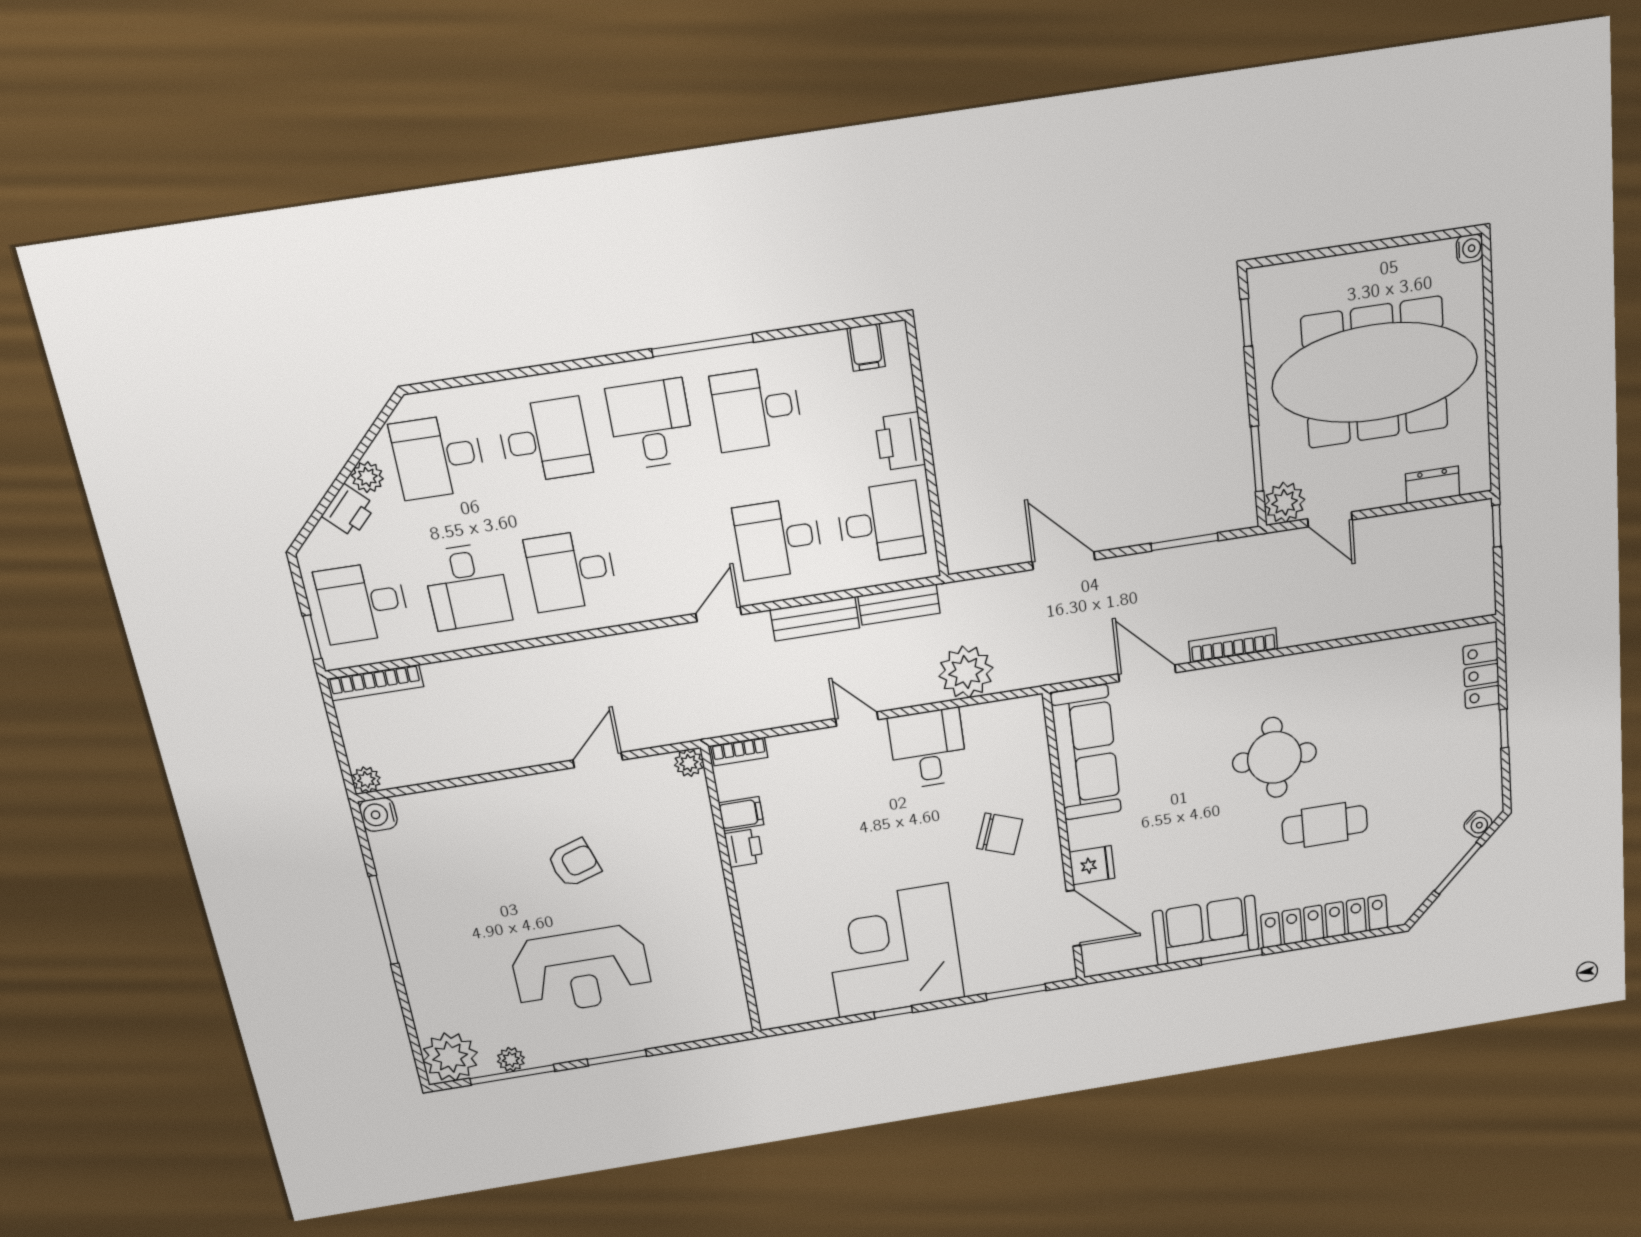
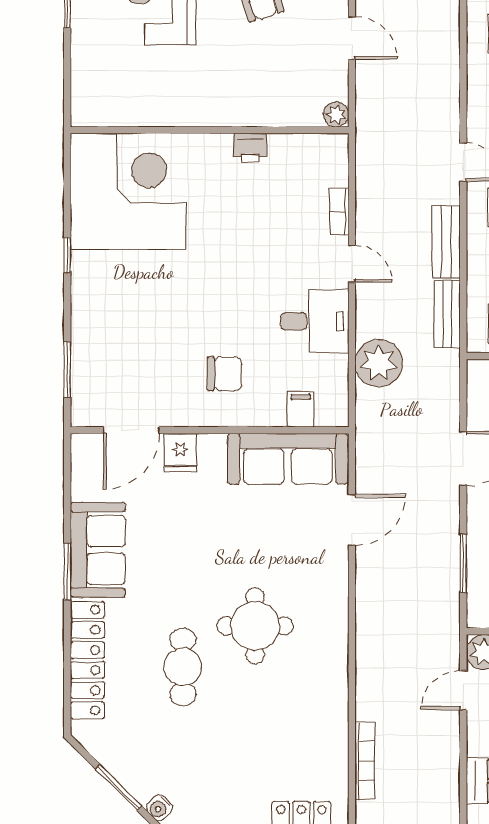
bookcase: (1233, 645) -> (365, 761), moved
door: (857, 719) -> (352, 264), hinge flipped
bookcase: (739, 752) -> (339, 212), moved
filing cabinet: (741, 814) -> (301, 409), moved, turned 180
chair: (1000, 834) -> (225, 374), turned -110
corner desk: (893, 951) -> (128, 191), moved

